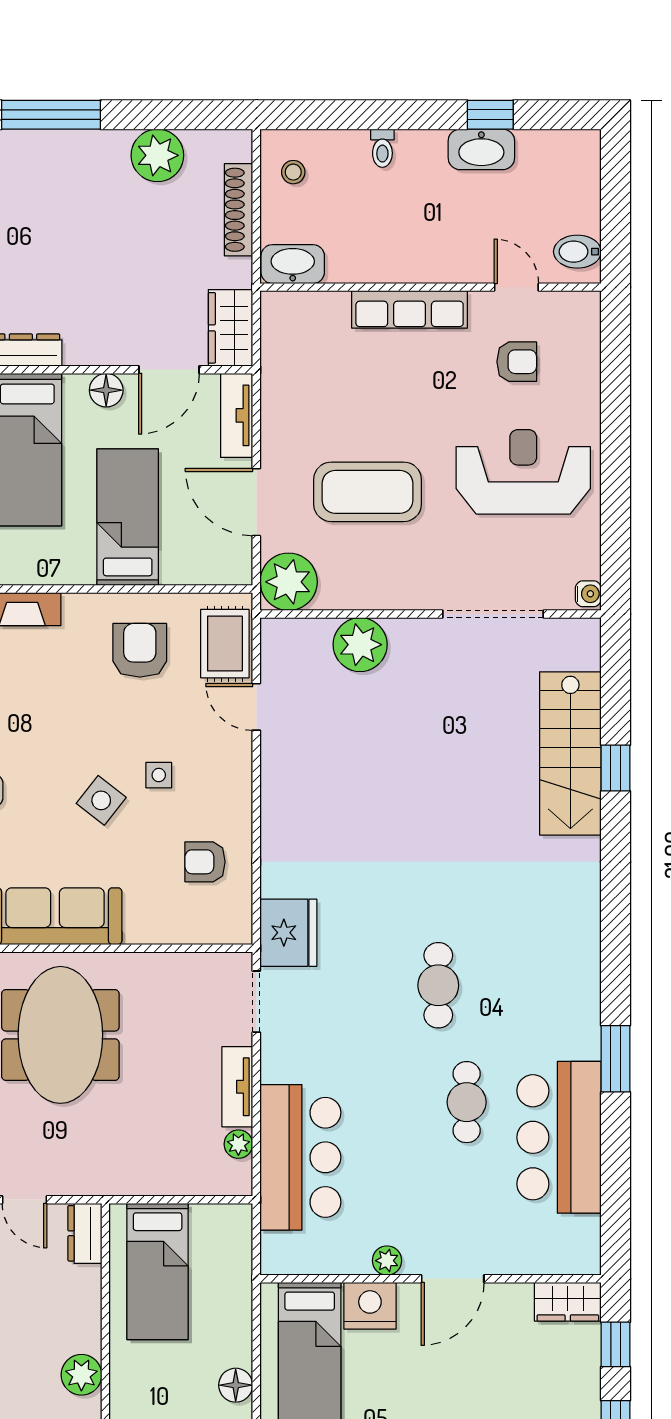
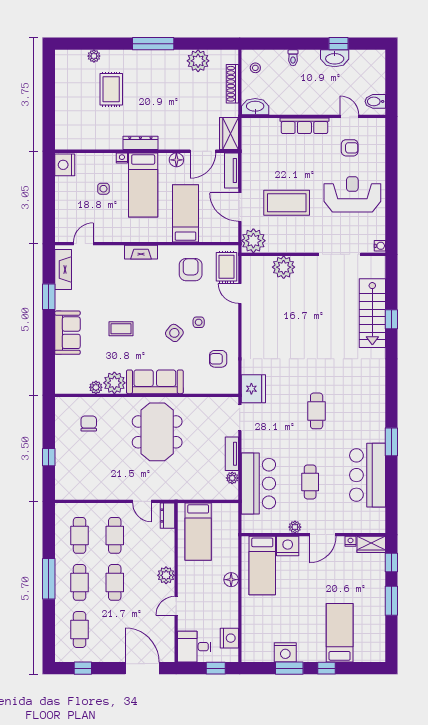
cafe table: (467, 1102) -> (310, 482), moved
nightstand: (519, 1294) -> (351, 541), added

